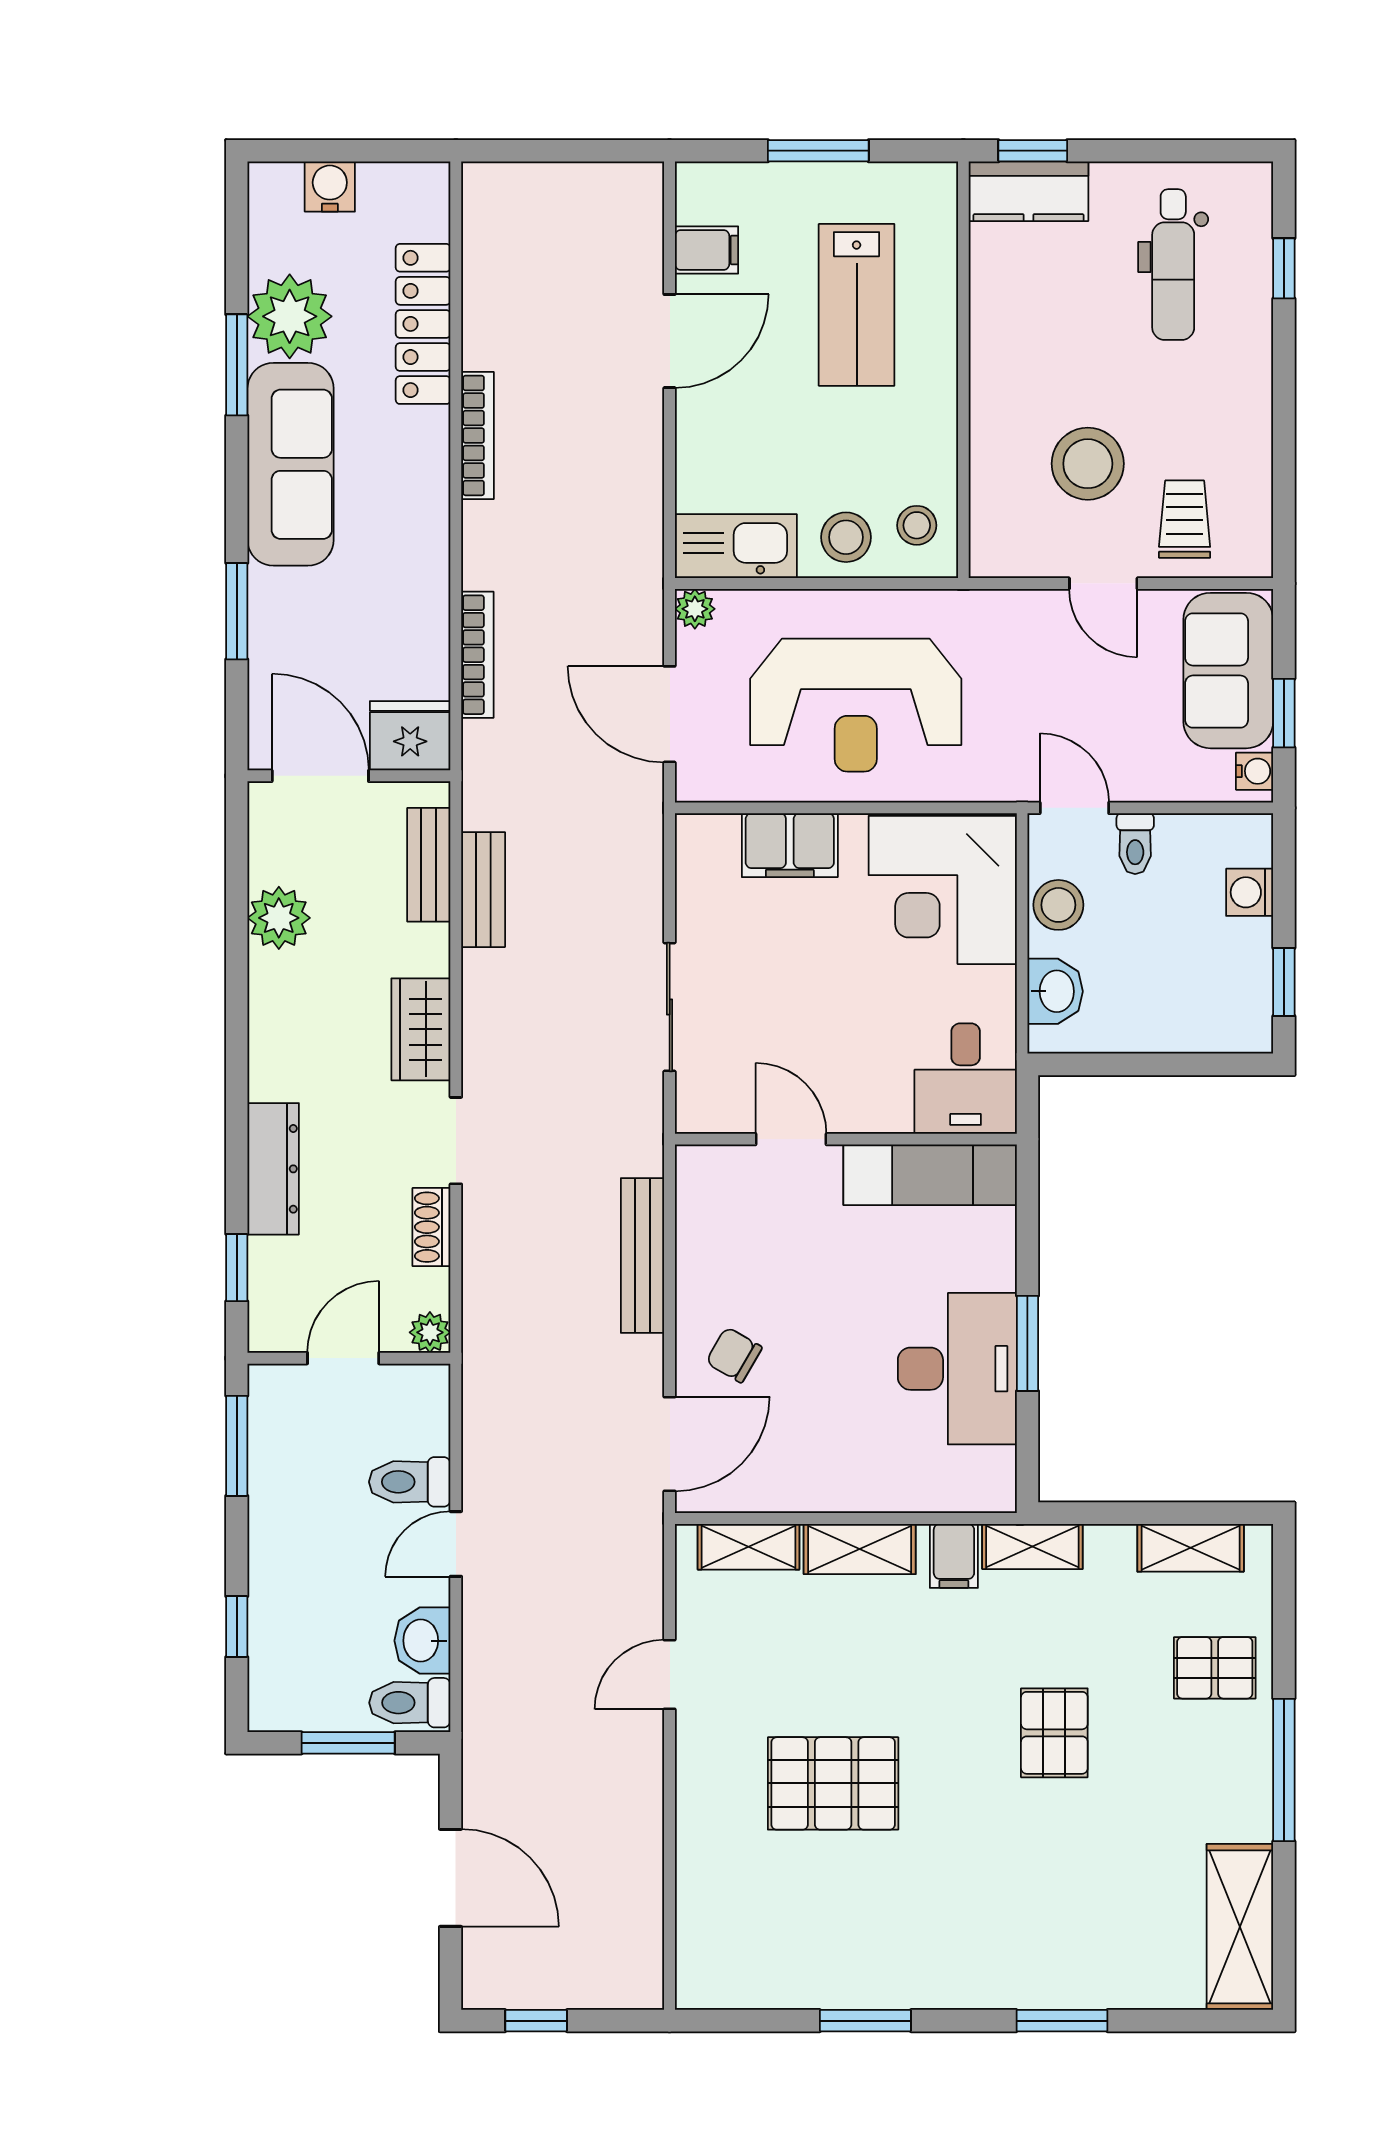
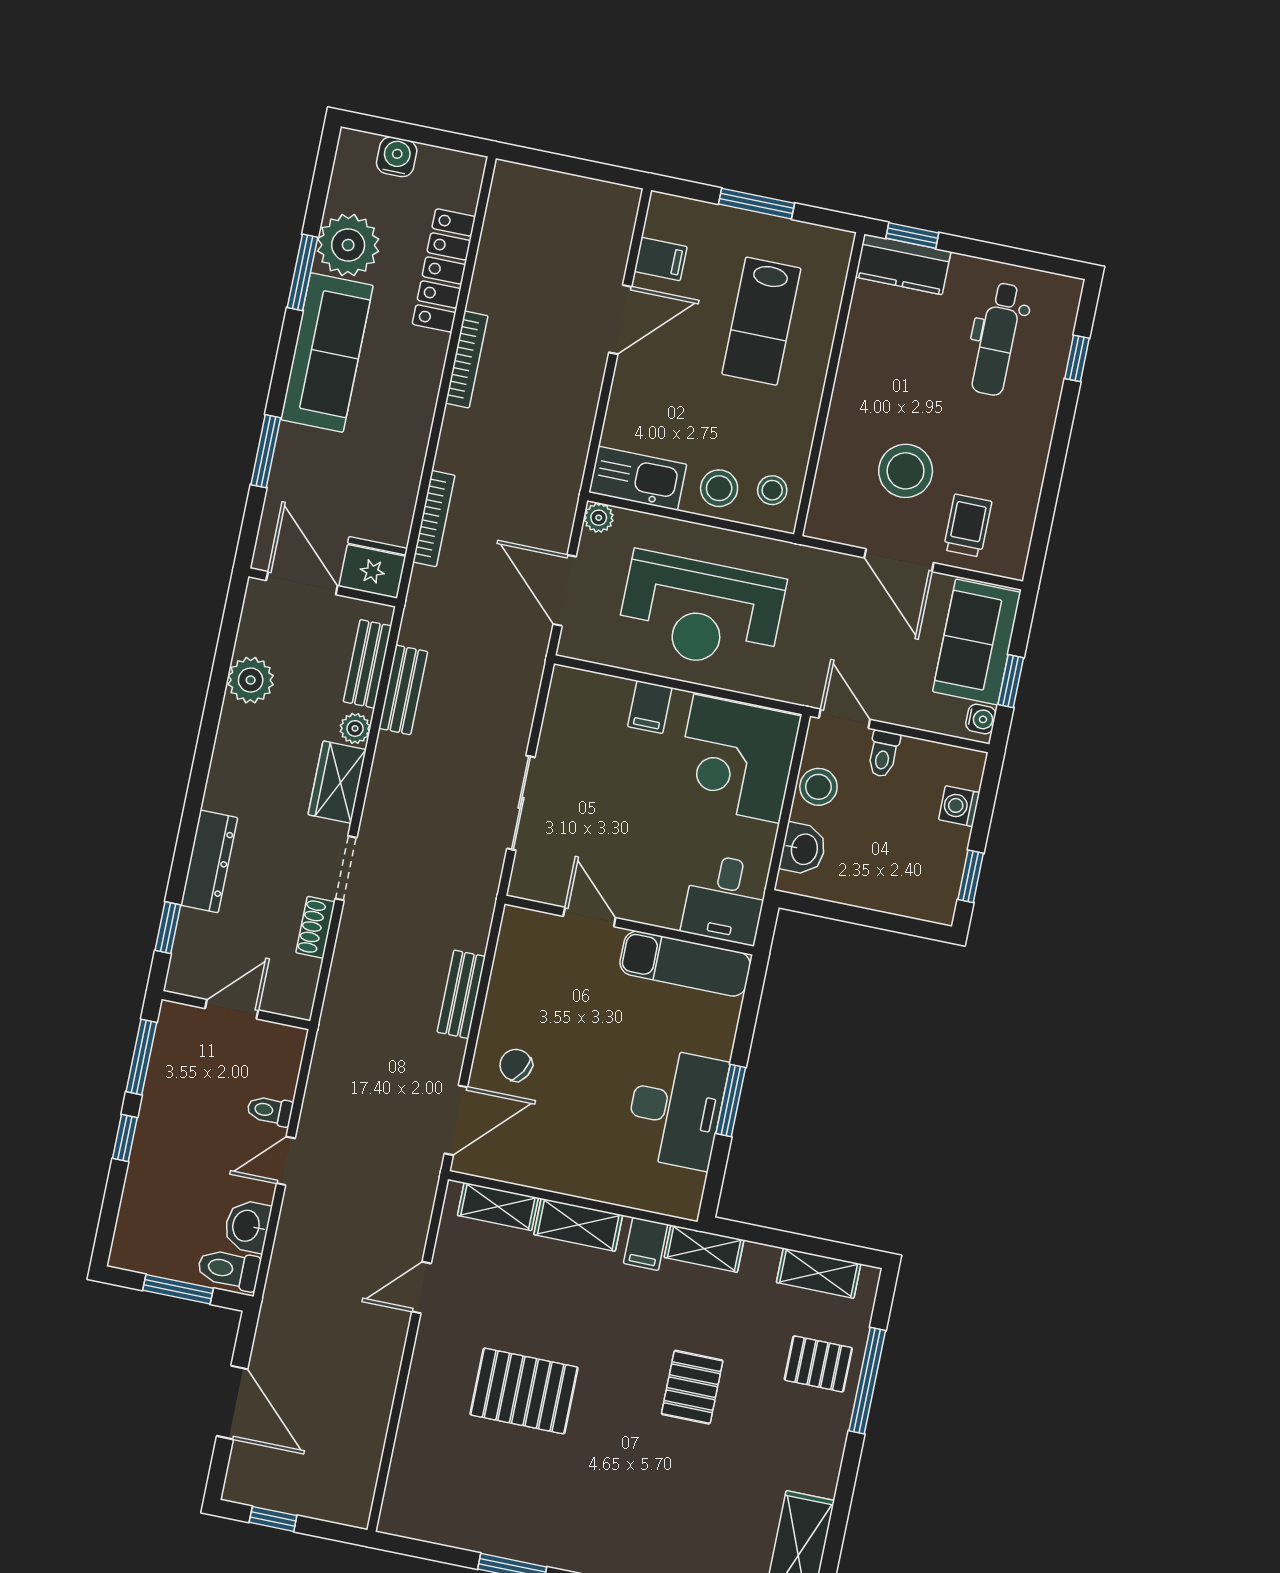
door: (1103, 583) -> (899, 560), width x1.38
filing cabinet: (790, 845) -> (650, 707), width x0.50
bench: (643, 1255) -> (461, 994), width x0.73
plant: (430, 1332) -> (355, 728), moved
toilet: (410, 1482) -> (270, 1111), width x0.73, depth x0.72
window: (237, 1627) -> (125, 1138), moved
window: (1284, 1770) -> (867, 1381), moved

